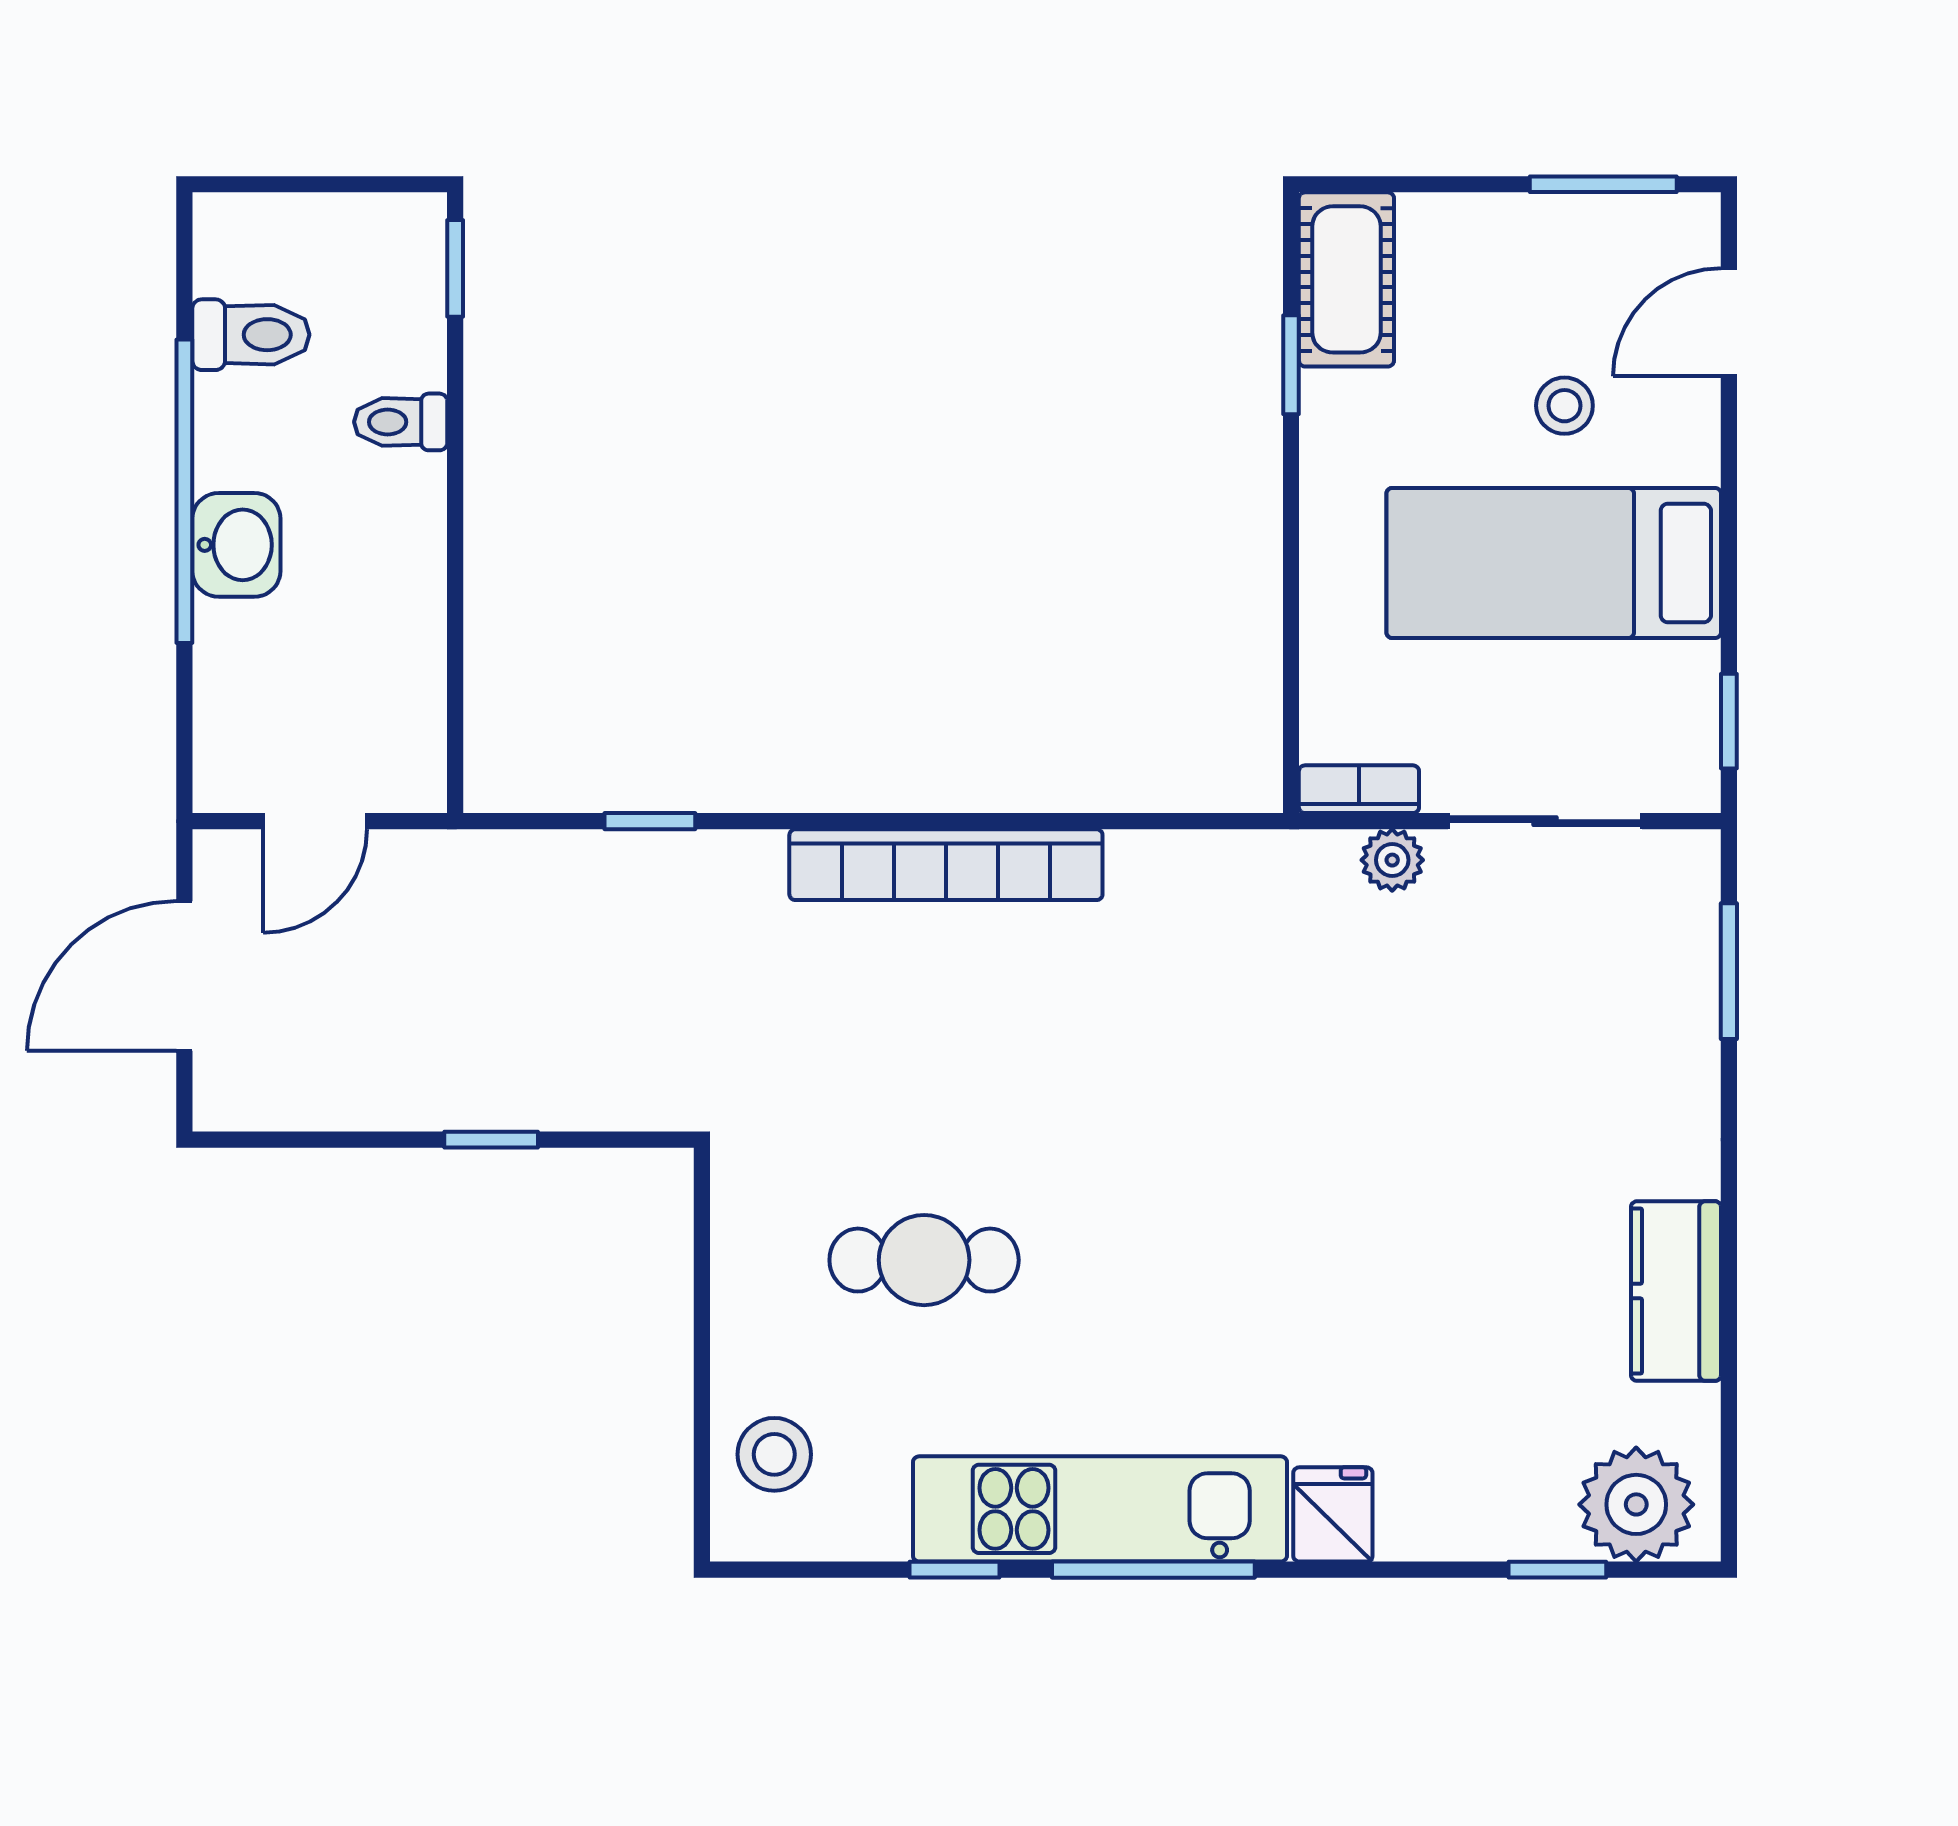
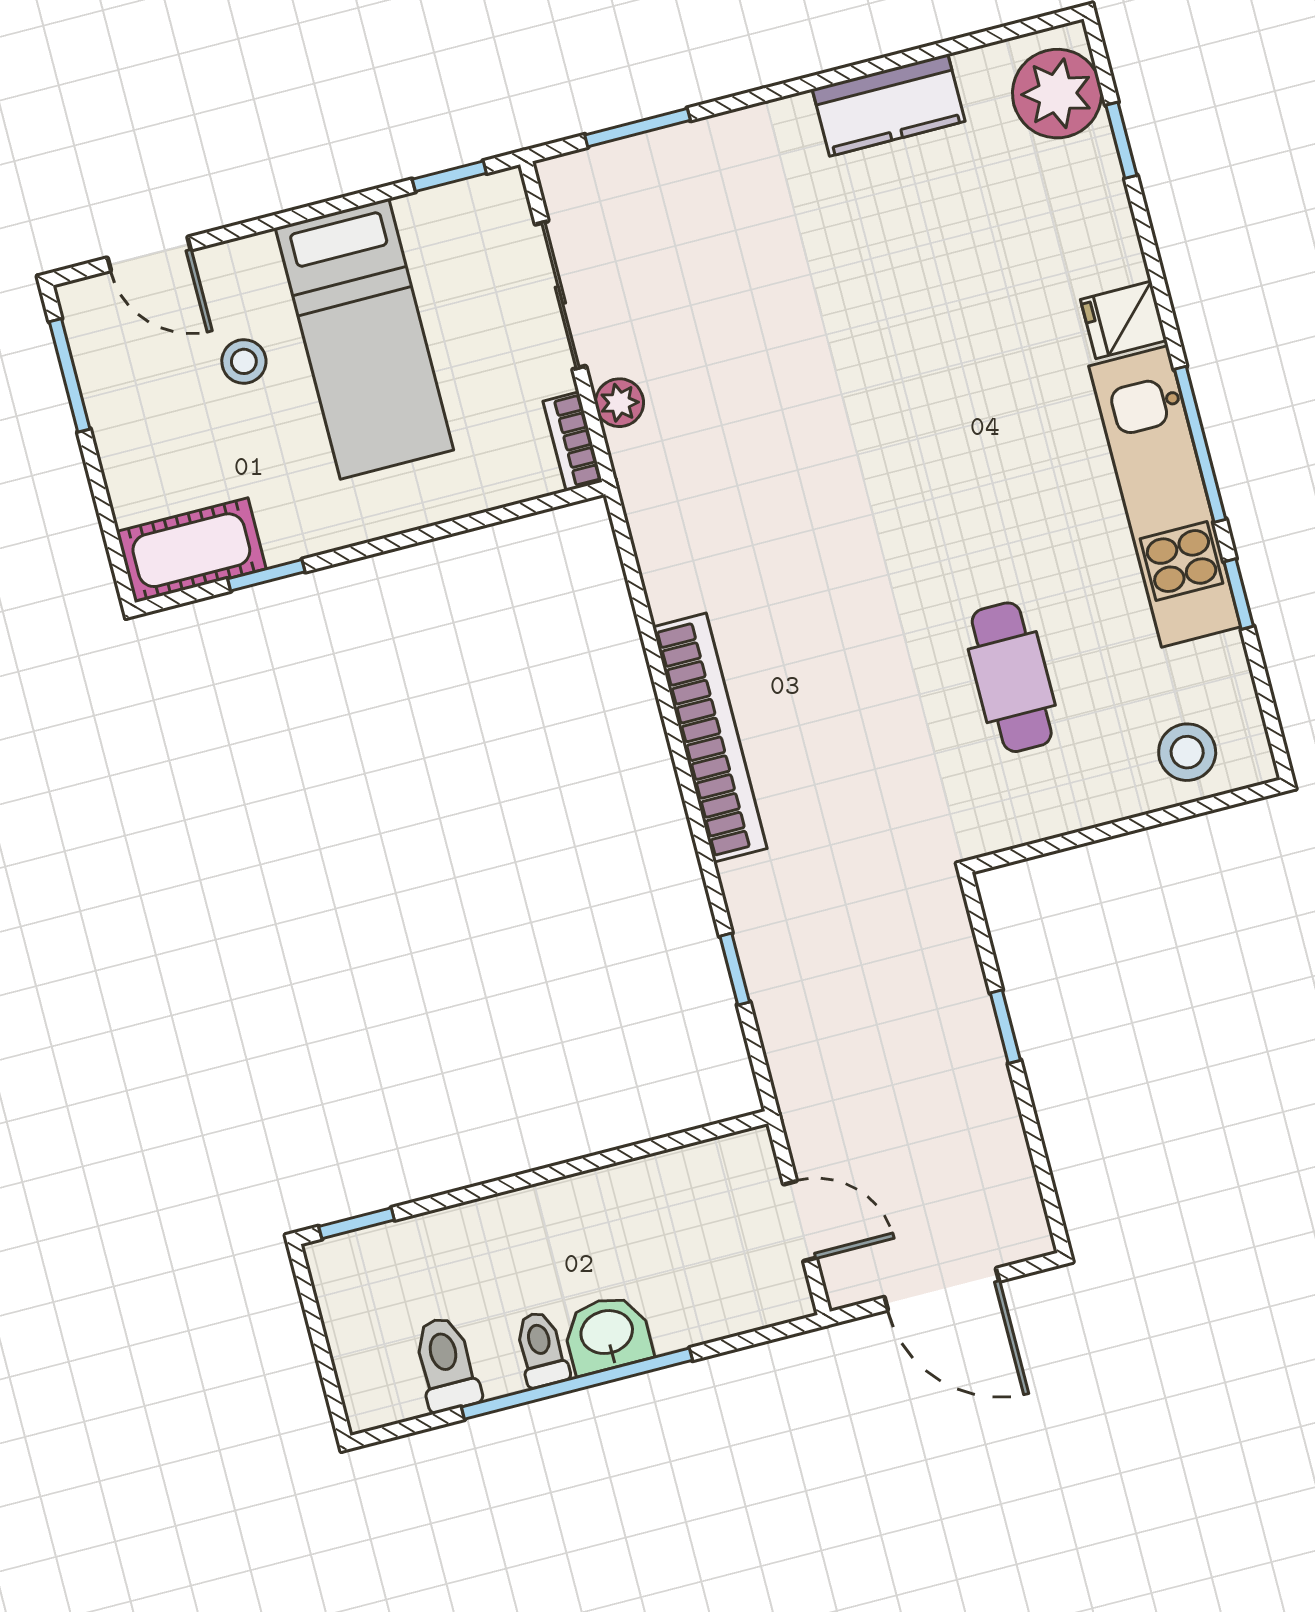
toilet: (401, 422) -> (541, 1349), moved, turned 180

